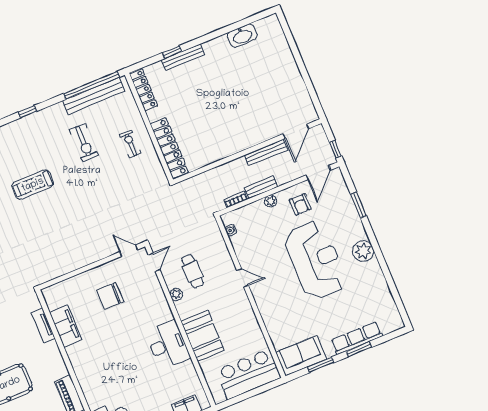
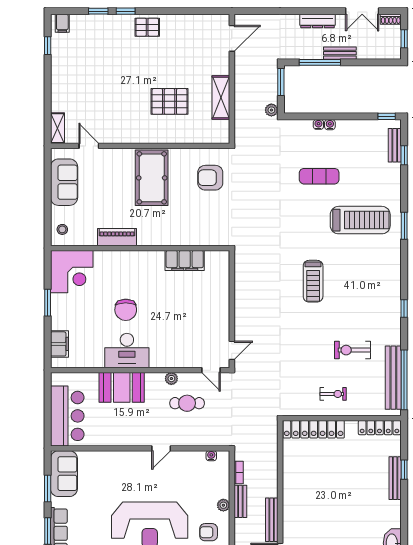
treadmill: (33, 185) -> (313, 281), moved, turned 180
chair: (110, 296) -> (126, 310), moved, turned 180
tv unit: (43, 326) -> (194, 239), removed

